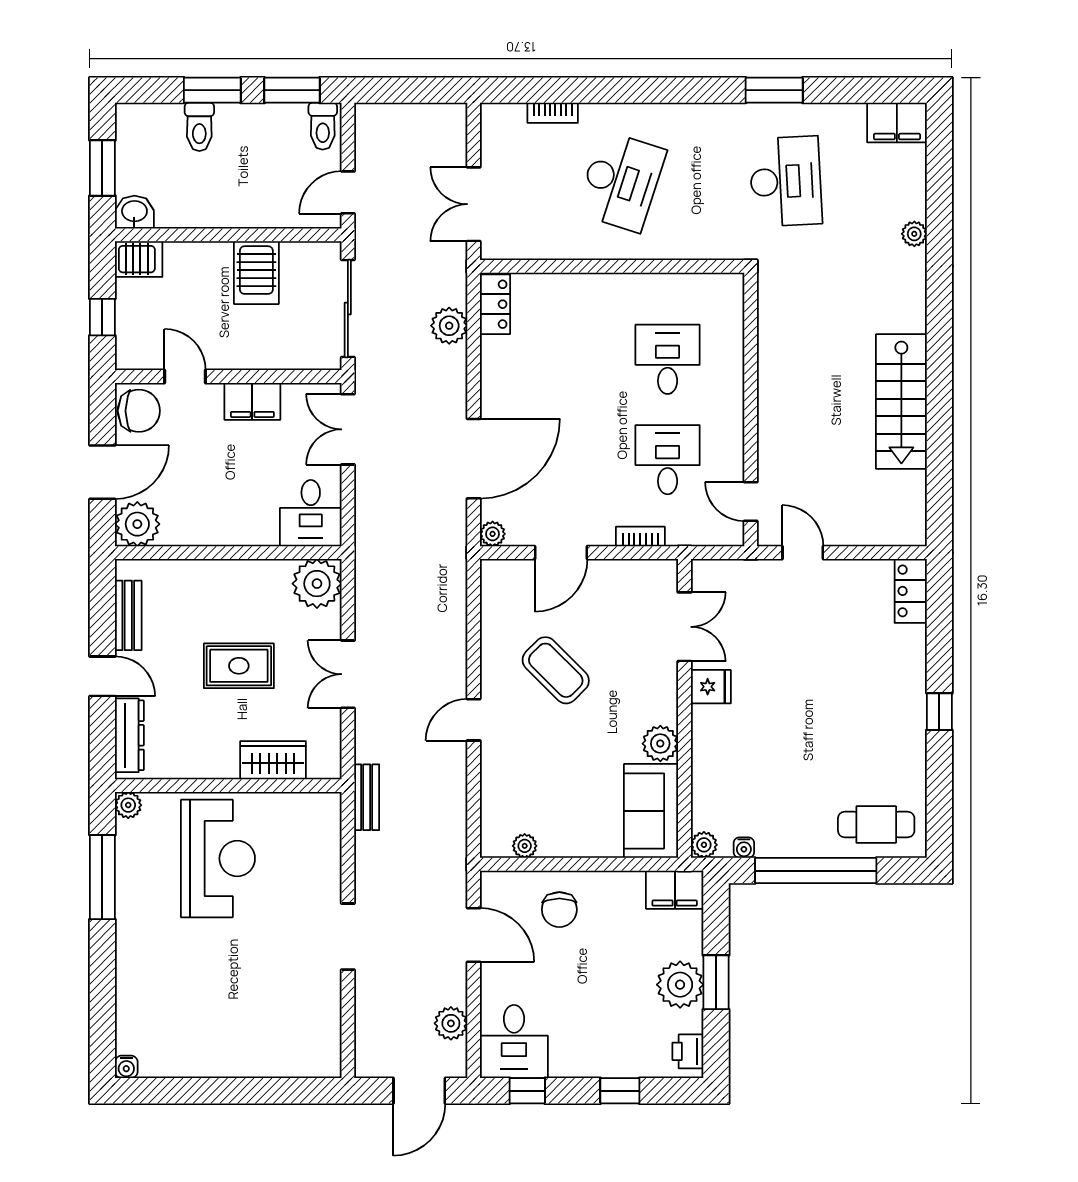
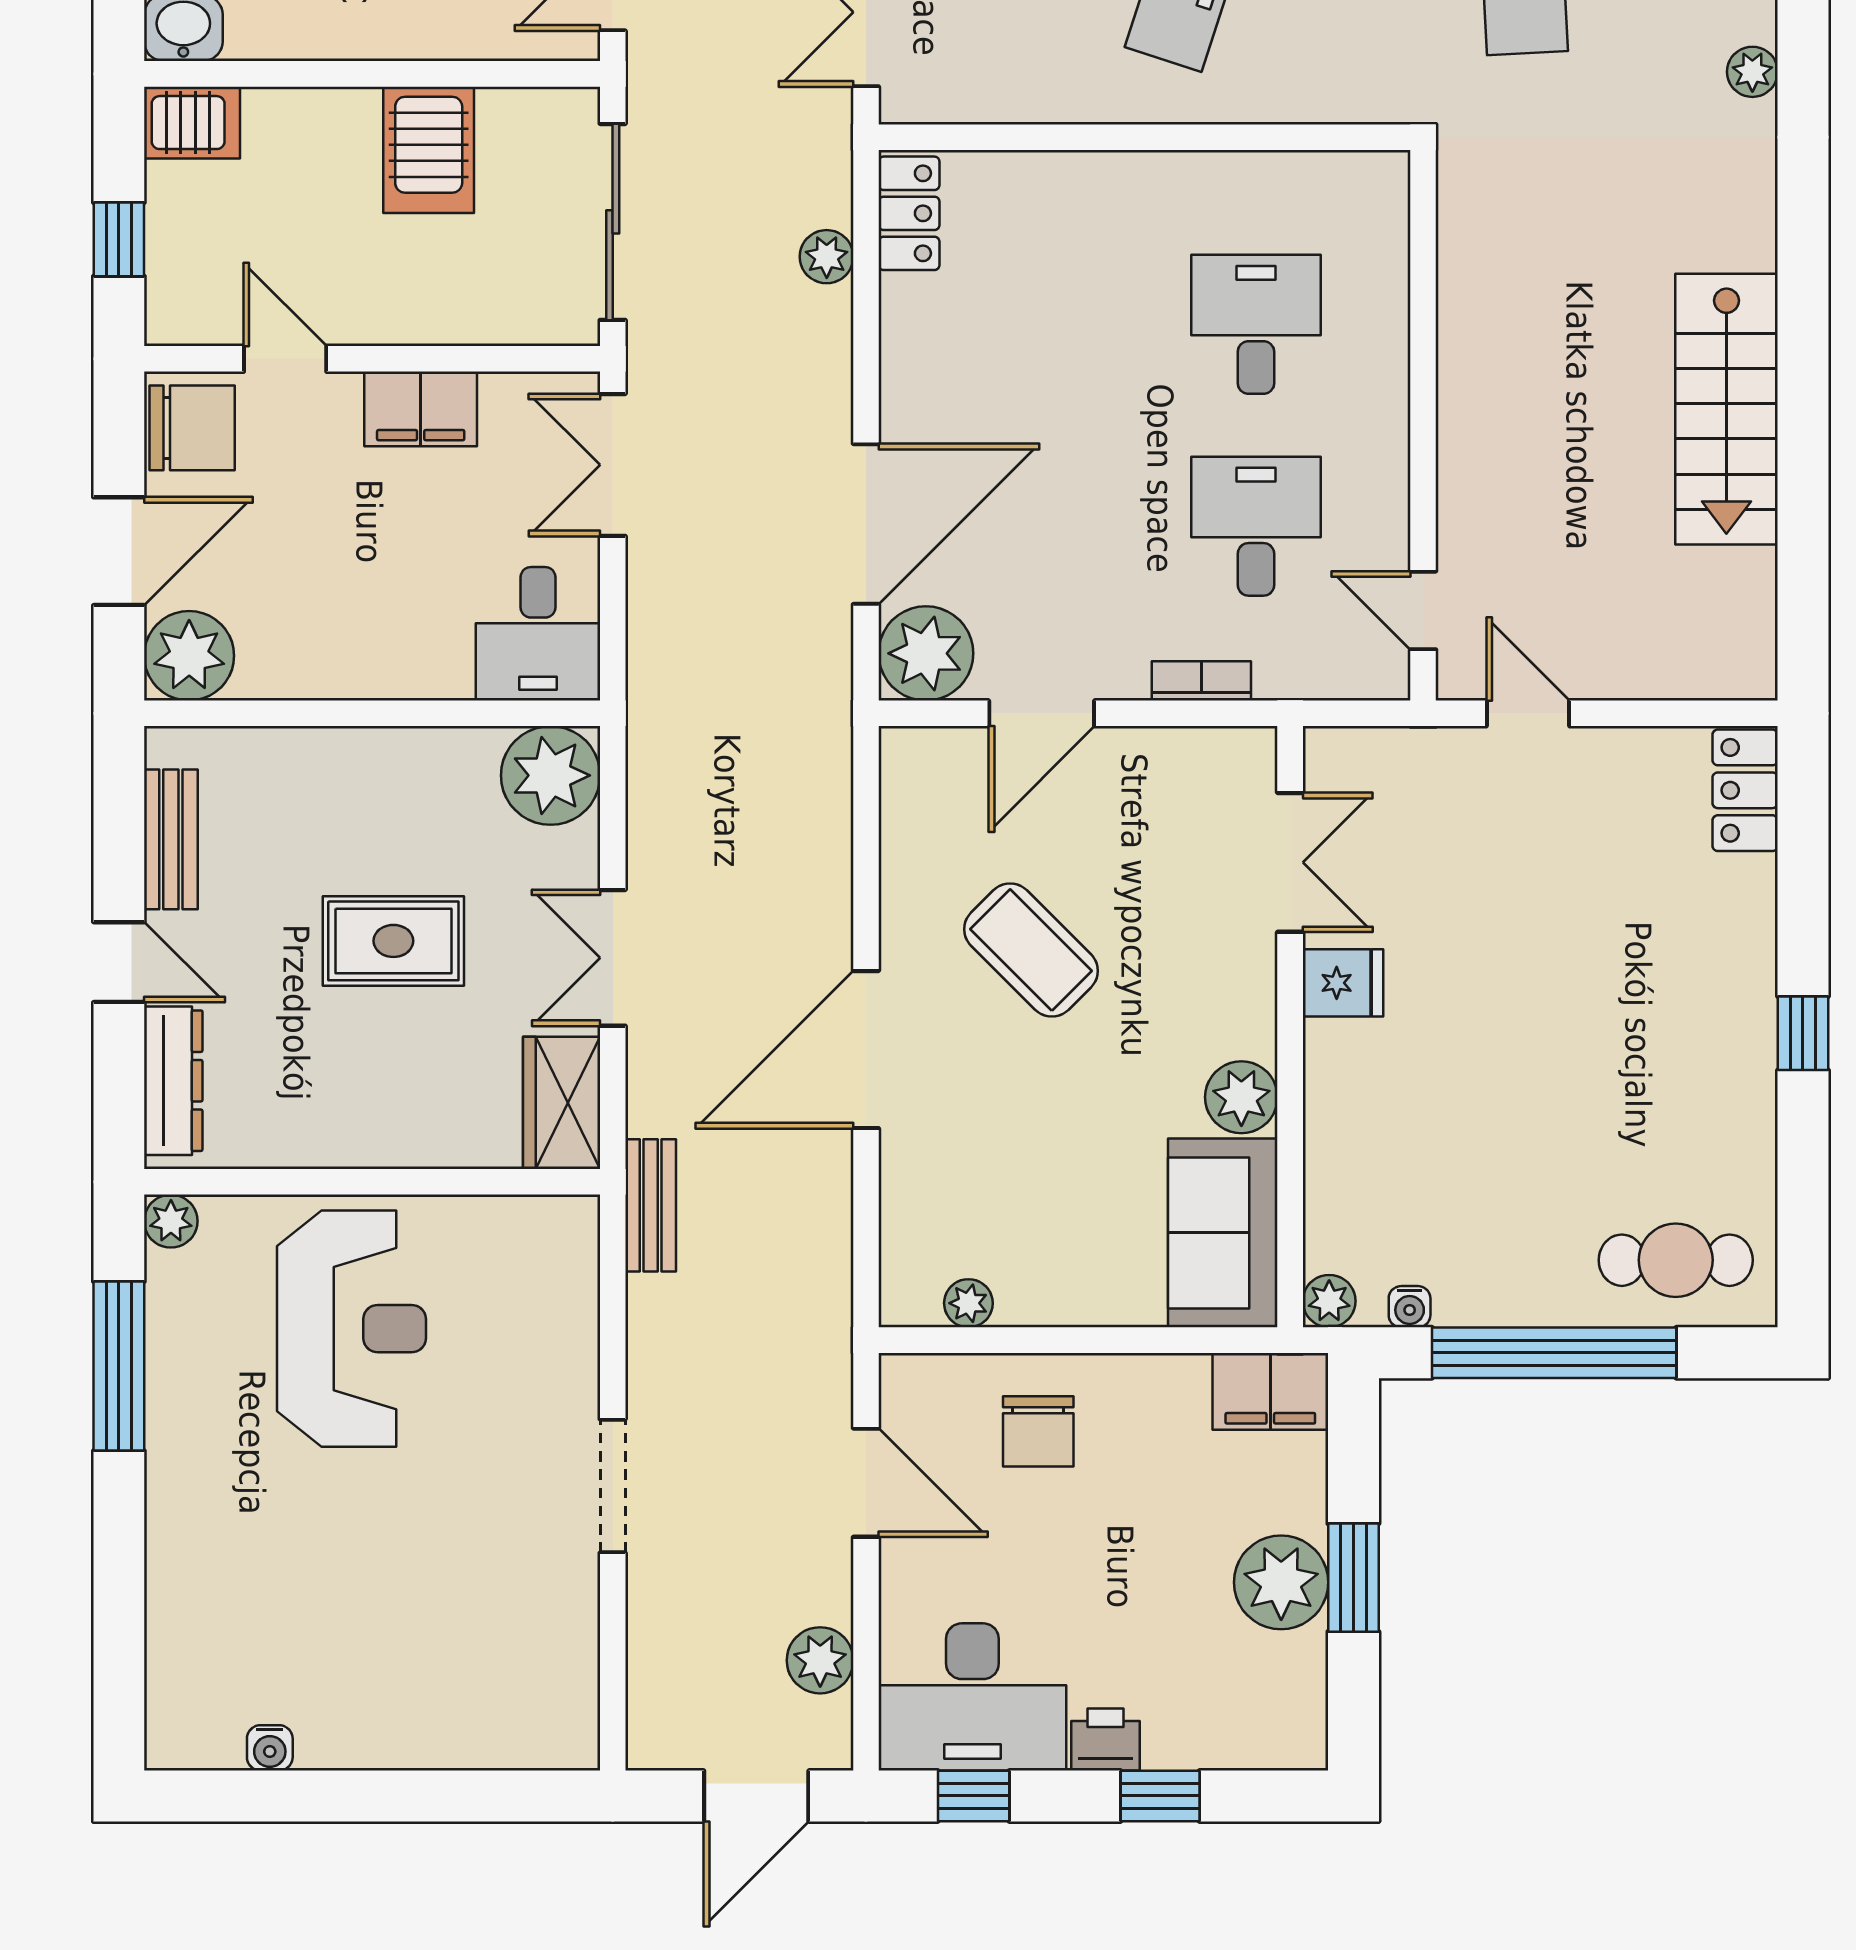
plant: (449, 326) -> (827, 257), width x0.73, depth x0.73
plant: (493, 534) -> (926, 653), width x1.88, depth x1.88
door: (474, 720) -> (866, 1050), width x1.88
wardrobe: (273, 760) -> (562, 1103), moved, turned -90
desk: (514, 1042) -> (972, 1697), width x1.37
printer: (688, 1051) -> (1105, 1740), moved, turned 90
water cooler: (126, 1067) -> (270, 1748), moved

